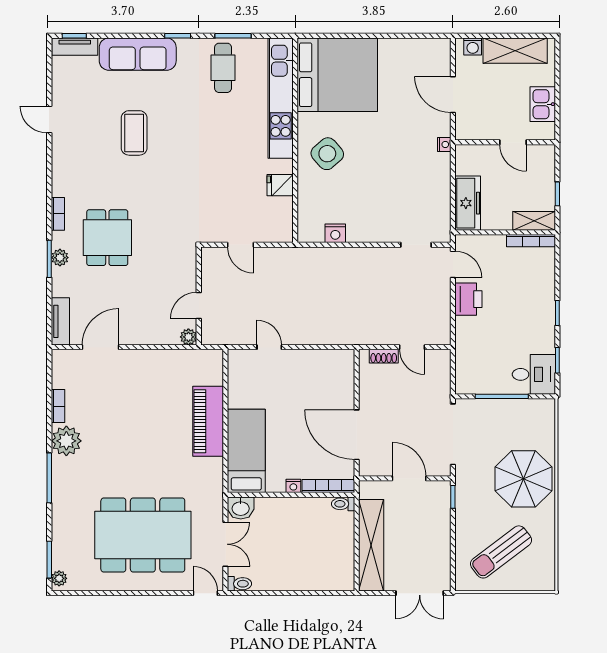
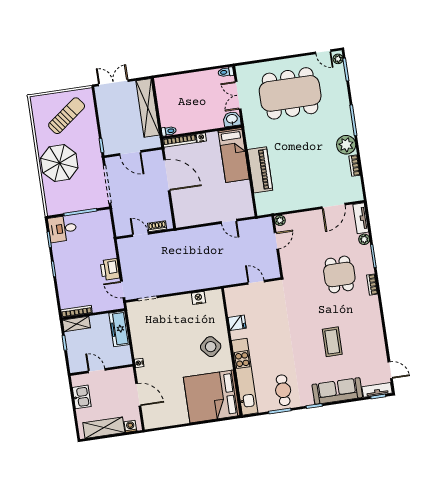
door: (49, 119) -> (390, 370), moved
plant: (60, 258) -> (364, 239), moved
door: (205, 593) -> (323, 52), moved

